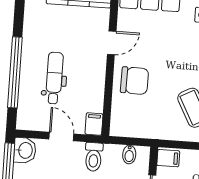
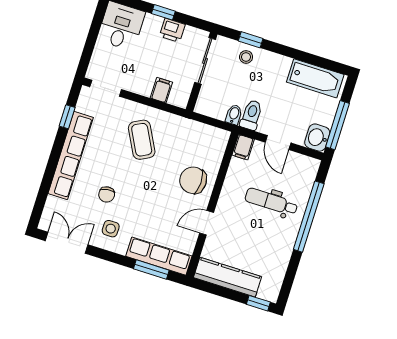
dental chair: (54, 78) -> (271, 202), turned 90
bidet: (129, 155) -> (234, 115), moved
filing cabinet: (168, 158) -> (161, 90), moved, turned 90

